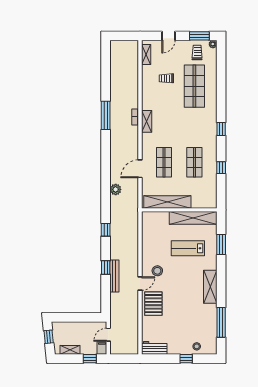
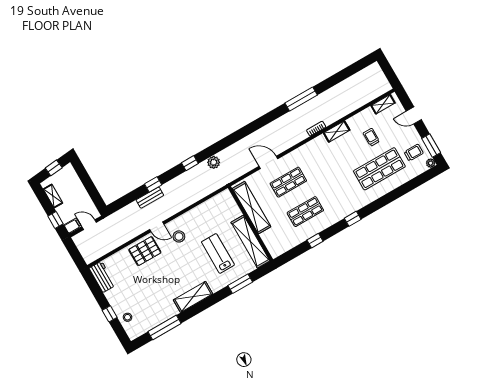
shelving: (147, 121) -> (337, 132), moved
plant: (116, 189) -> (214, 162), moved
bench: (114, 276) -> (150, 198), width x0.73

